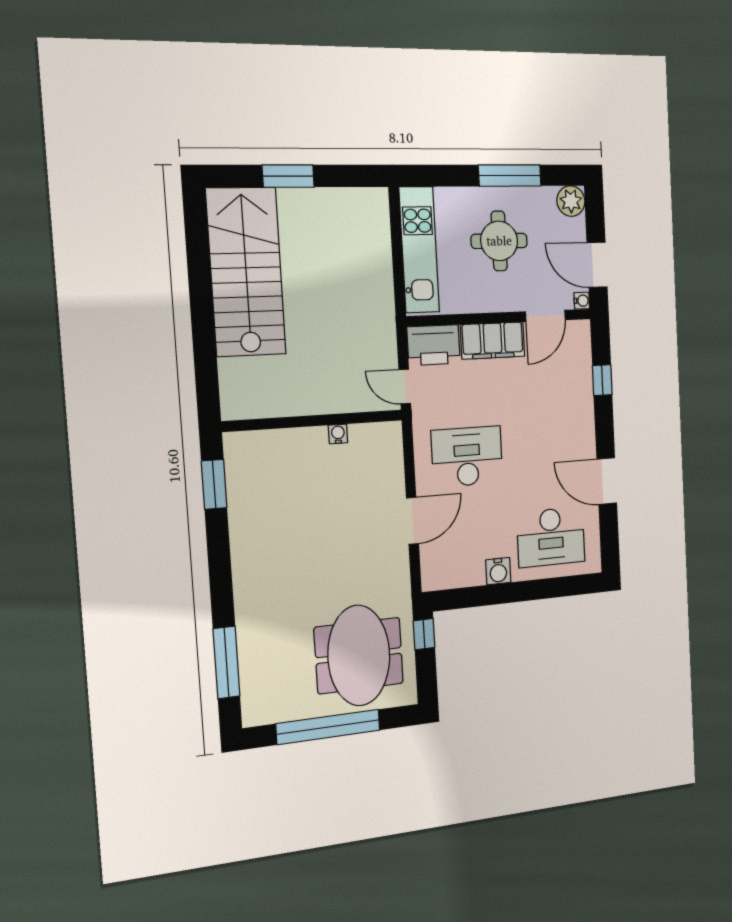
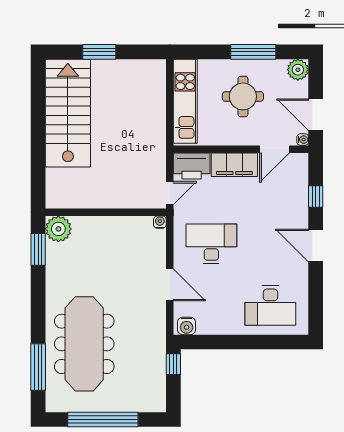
door: (405, 387) -> (170, 193), swing flipped
water cooler: (338, 434) -> (160, 222), moved
plant: (243, 451) -> (58, 229), added
door: (607, 481) -> (316, 245), moved
door: (412, 521) -> (170, 285), hinge flipped
water cooler: (498, 571) -> (187, 326), moved
meeting table: (359, 656) -> (84, 344), moved, width x1.36

